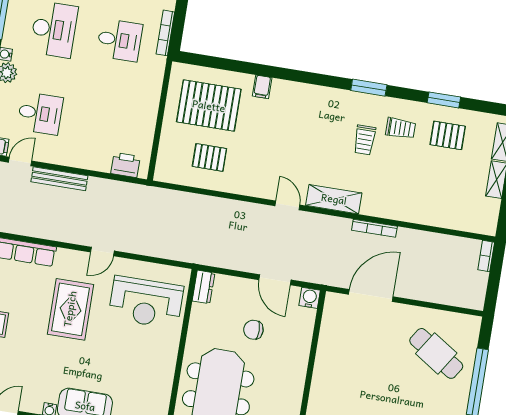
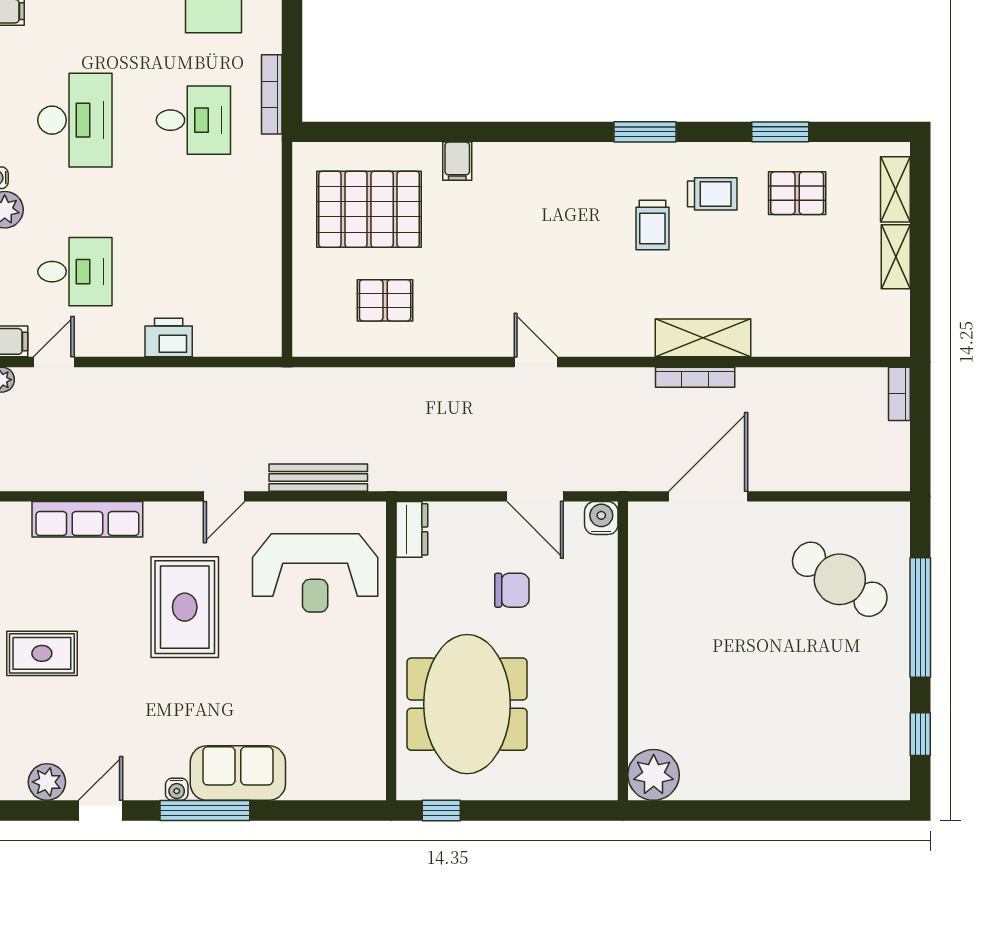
printer: (125, 165) -> (169, 338), moved
bench: (59, 179) -> (318, 478), moved
shelving: (334, 199) -> (703, 338), moved
chair: (253, 330) -> (512, 590), turned 180

